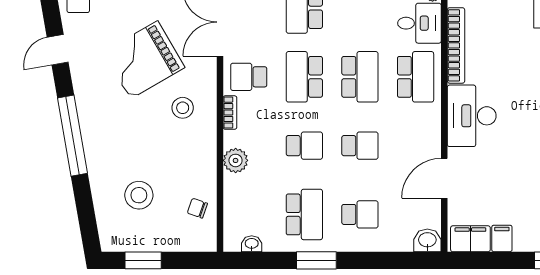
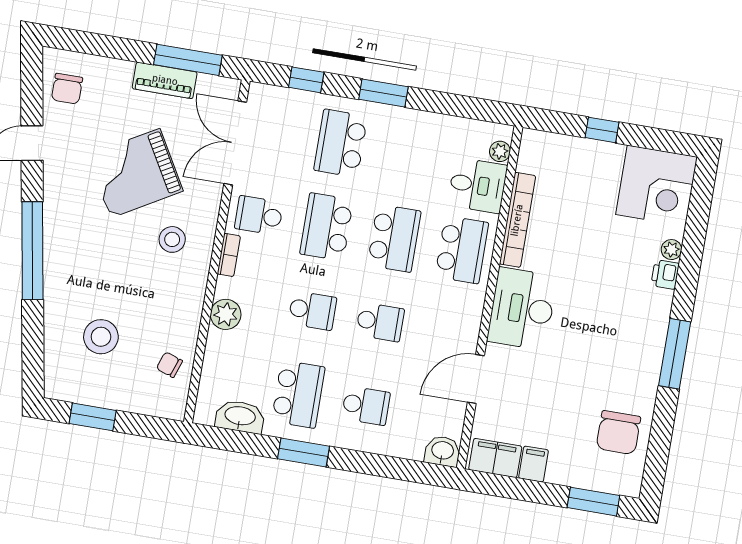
washbasin: (252, 244) -> (240, 417), width x1.91, depth x1.45

